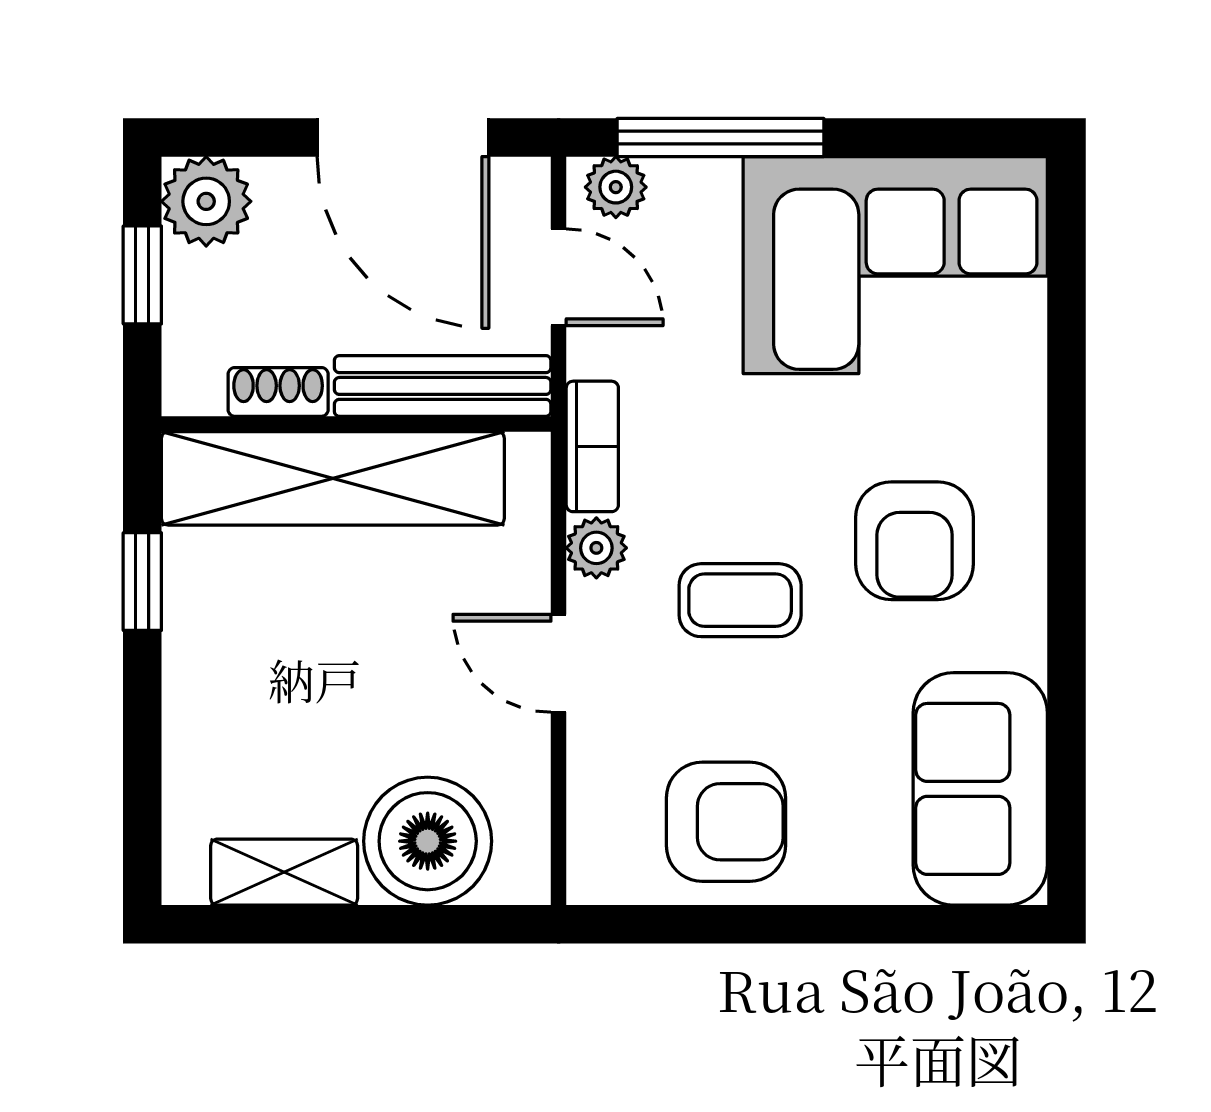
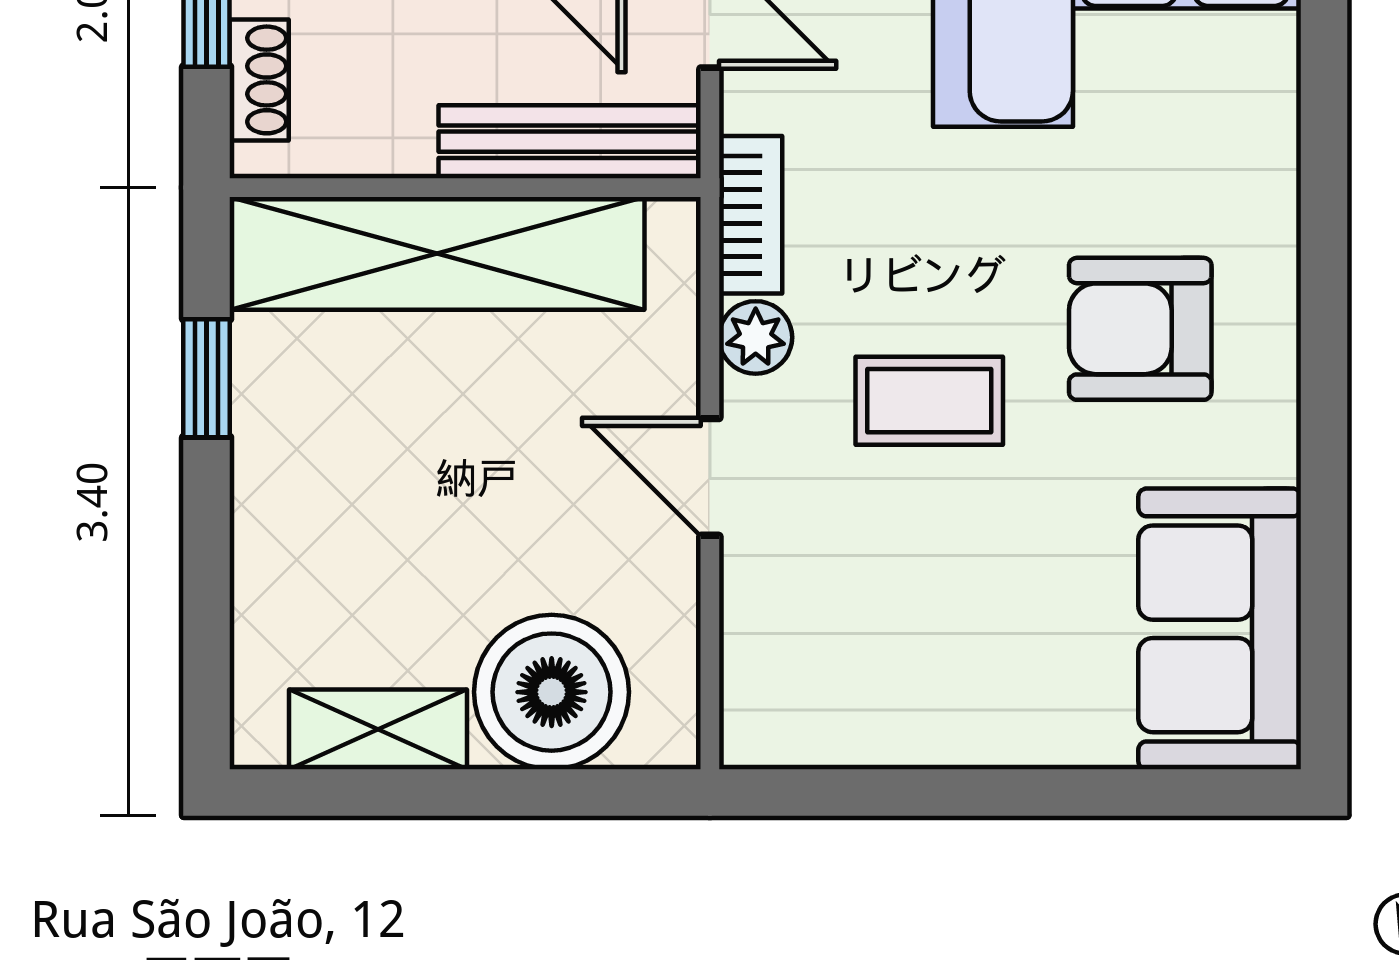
shoe rack: (278, 392) -> (259, 80), moved, turned 90
armchair: (915, 541) -> (1140, 329), turned 90
armchair: (726, 822) -> (912, 669), removed

